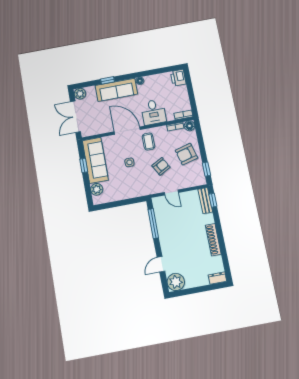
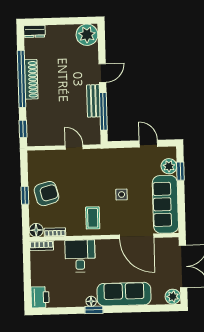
window: (107, 80) -> (94, 310), moved
door: (127, 131) -> (137, 236), moved
window: (84, 165) -> (180, 171), moved
armchair: (161, 166) -> (82, 183), removed
window: (206, 169) -> (25, 195), moved
bench: (205, 201) -> (93, 101), moved
door: (115, 204) -> (148, 144), added
window: (221, 239) -> (22, 79), added
door: (161, 264) -> (102, 73), moved

